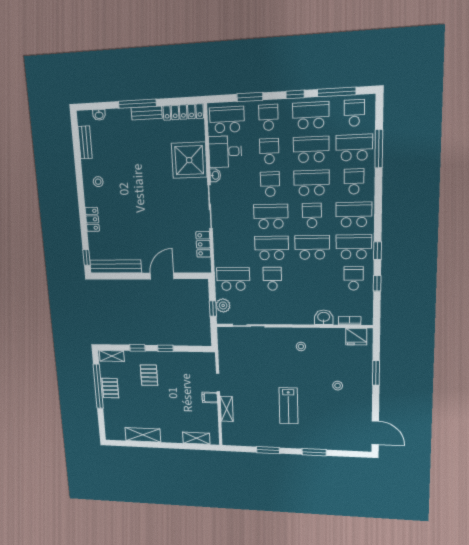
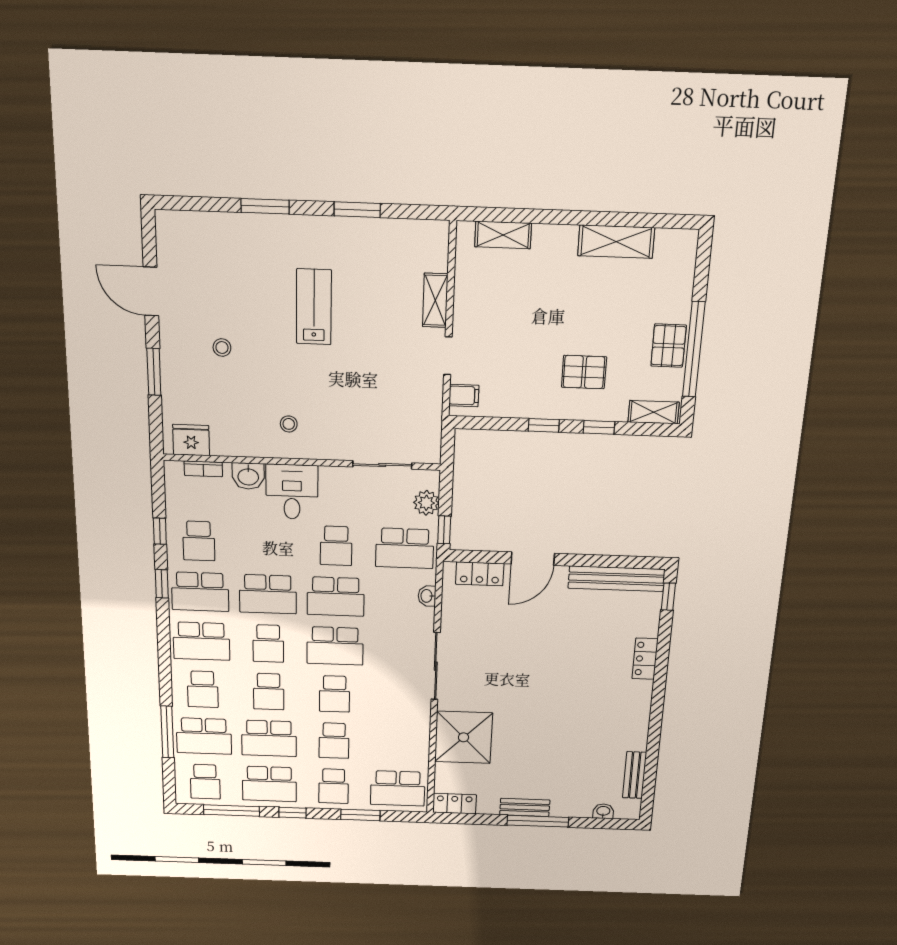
locker: (183, 112) -> (454, 804), width x0.66
desk: (225, 152) -> (292, 492), moved, turned -90
washbasin: (215, 175) -> (427, 596), moved
stool: (98, 182) -> (623, 716), removed
school desk: (312, 183) -> (269, 692), width x0.54
locker: (203, 244) -> (480, 574), moved, turned 90
window: (213, 308) -> (444, 530), moved
pallet: (149, 375) -> (584, 372), turned 90
filing cabinet: (210, 398) -> (464, 396), moved
door: (375, 433) -> (151, 291), moved

